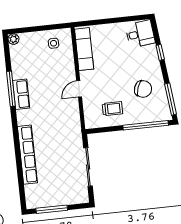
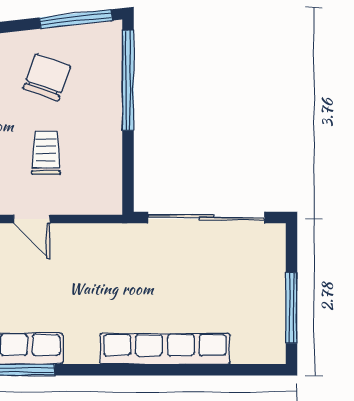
trolley: (112, 109) -> (46, 153), moved
sliding door: (88, 167) -> (206, 218), width x1.36

